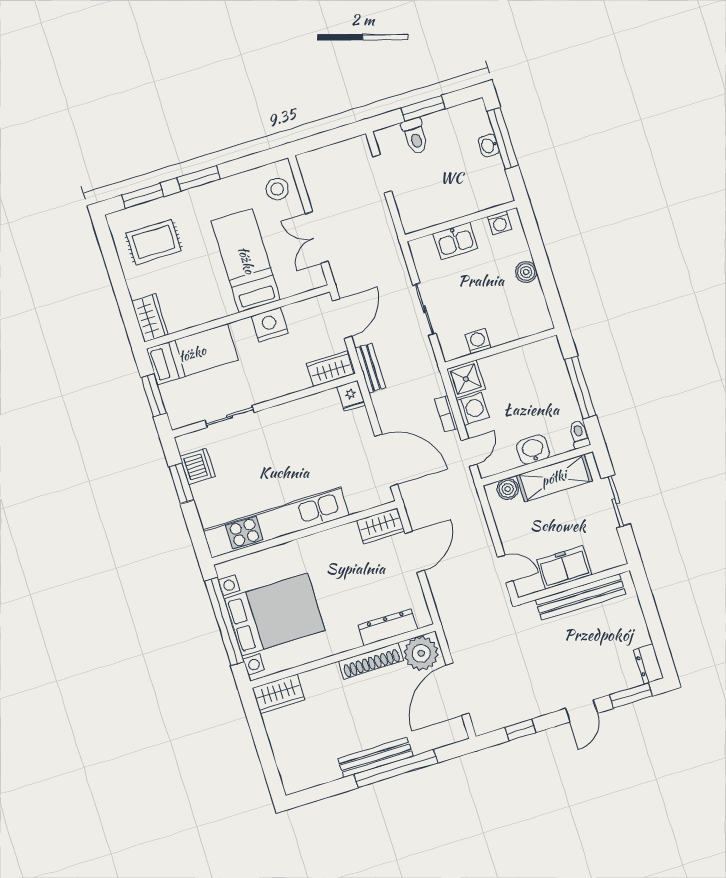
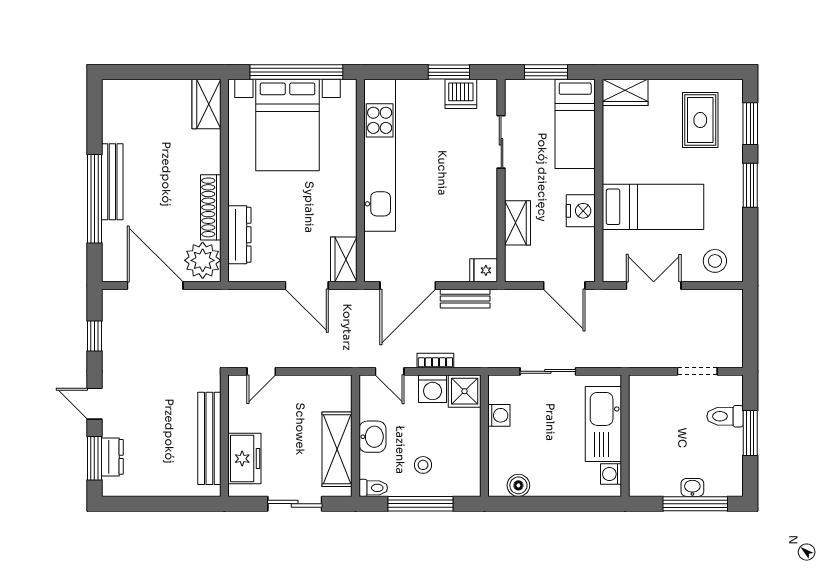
kitchen sink: (455, 241) -> (603, 424), width x1.88, depth x1.24
boiler: (526, 272) -> (518, 485), moved
bench: (370, 368) -> (465, 299), moved
wardrobe: (330, 369) -> (518, 223), moved
stool: (544, 396) -> (423, 465), added
boiler: (508, 489) -> (341, 399), removed
freezer: (564, 567) -> (244, 459), moved
dresser: (649, 664) -> (112, 457), moved, turned 90

